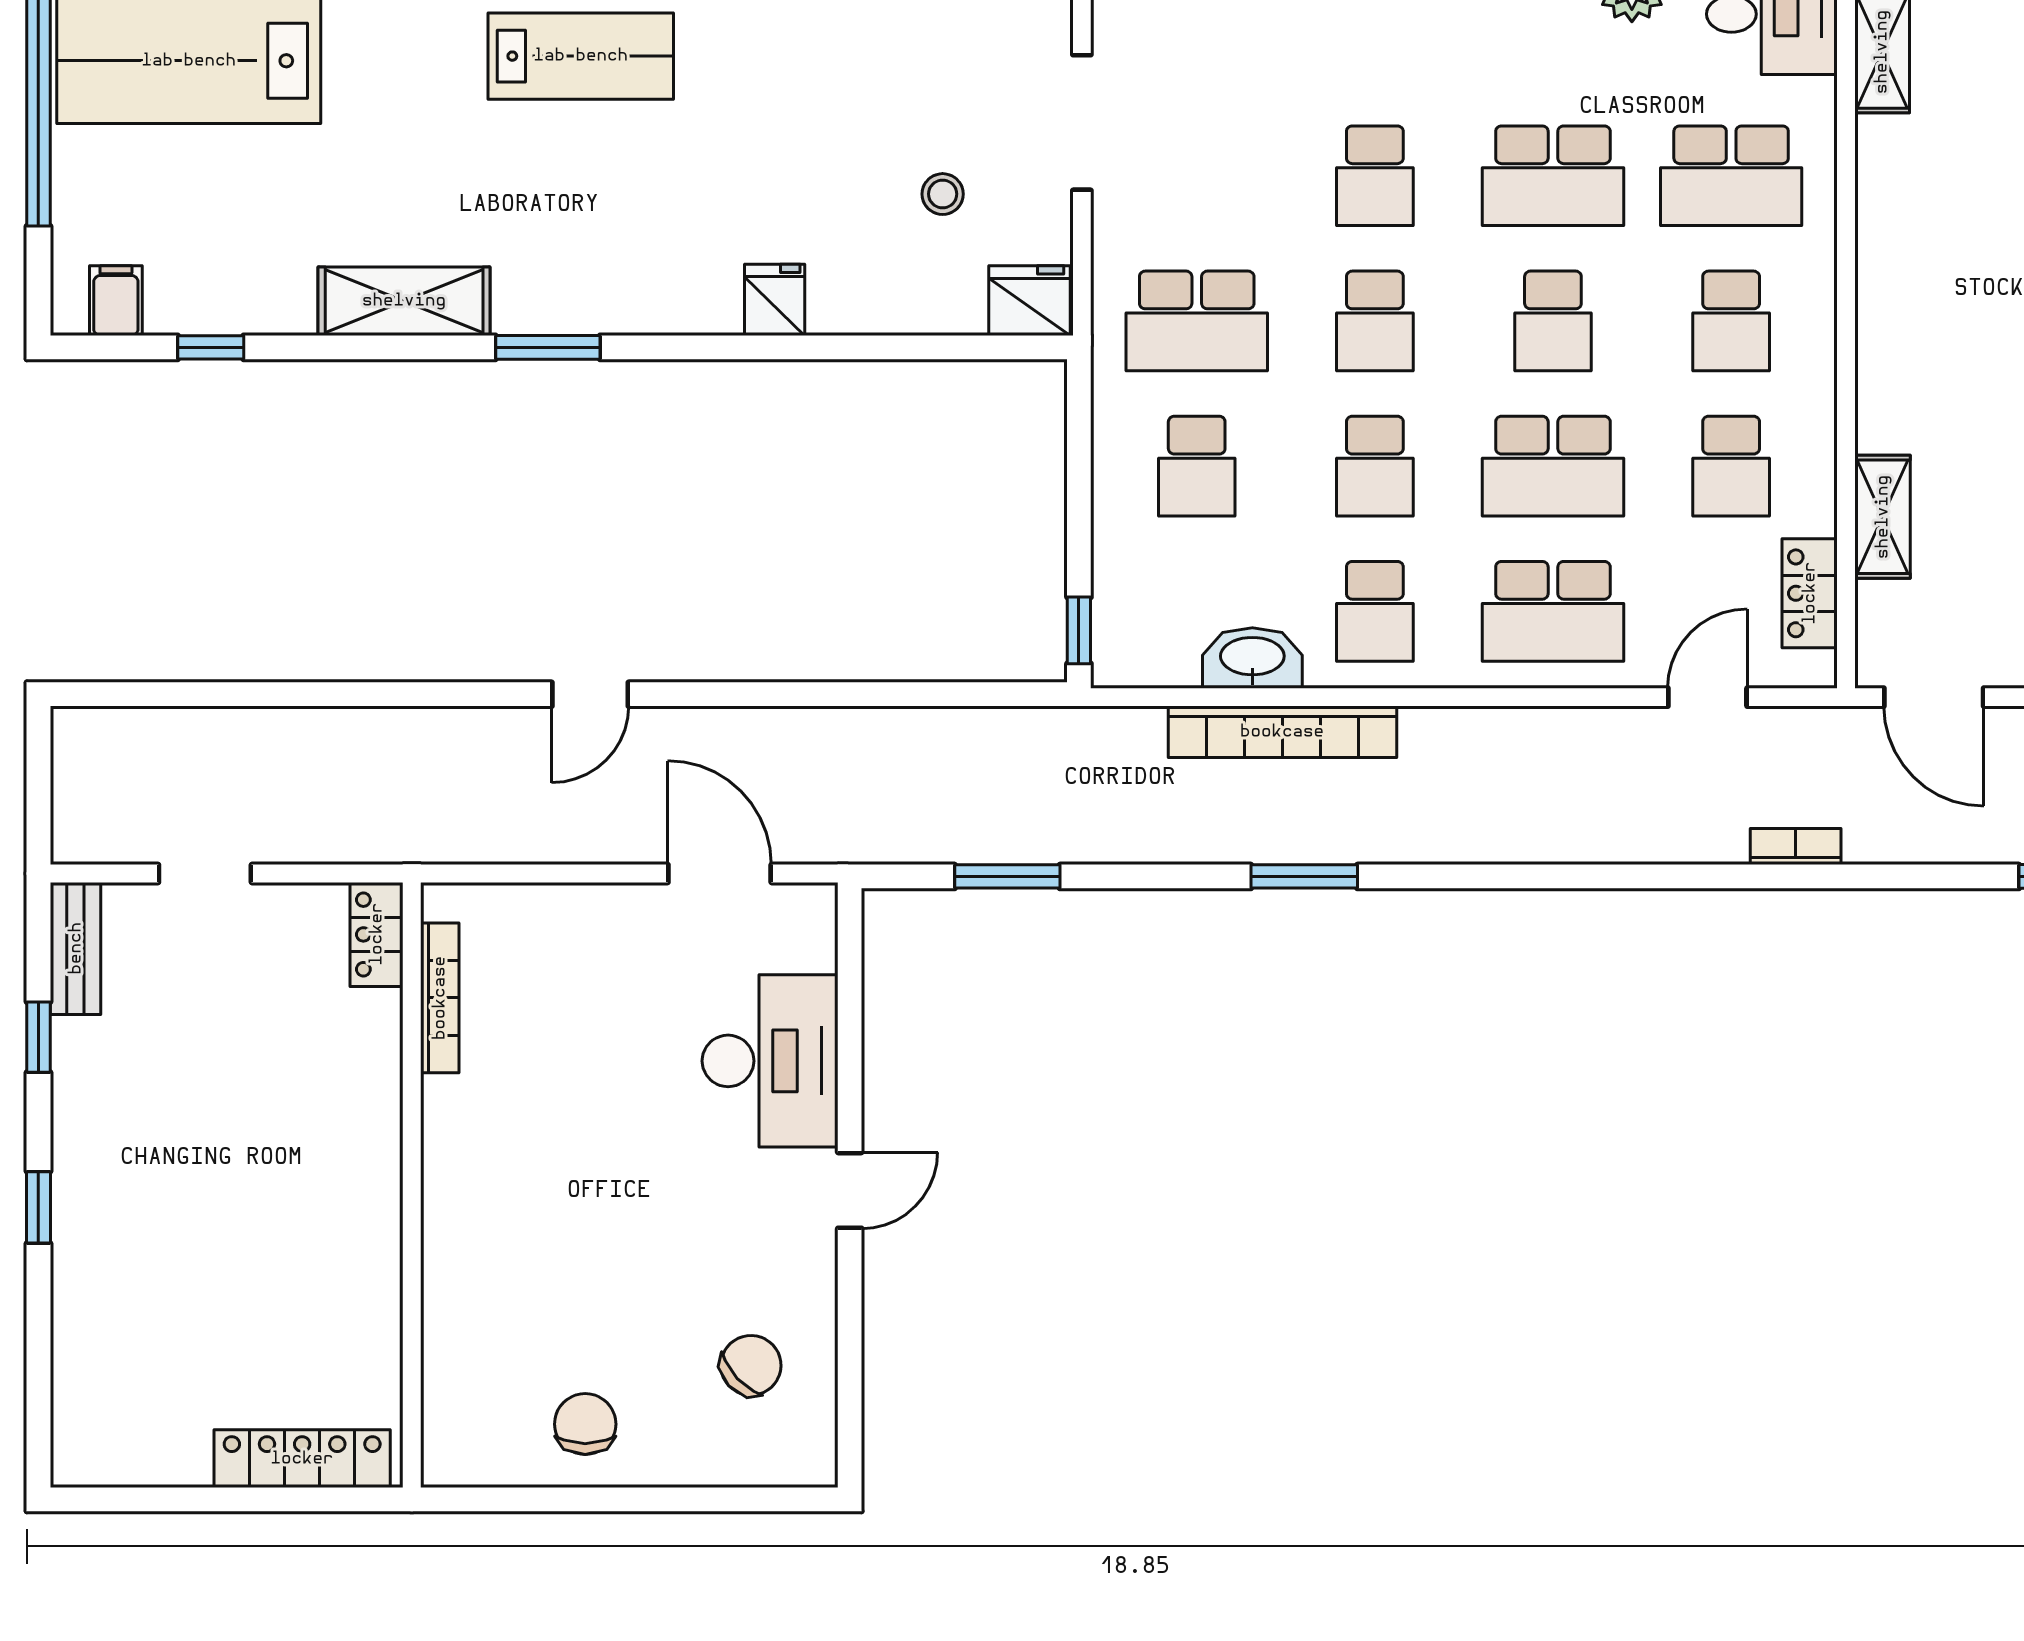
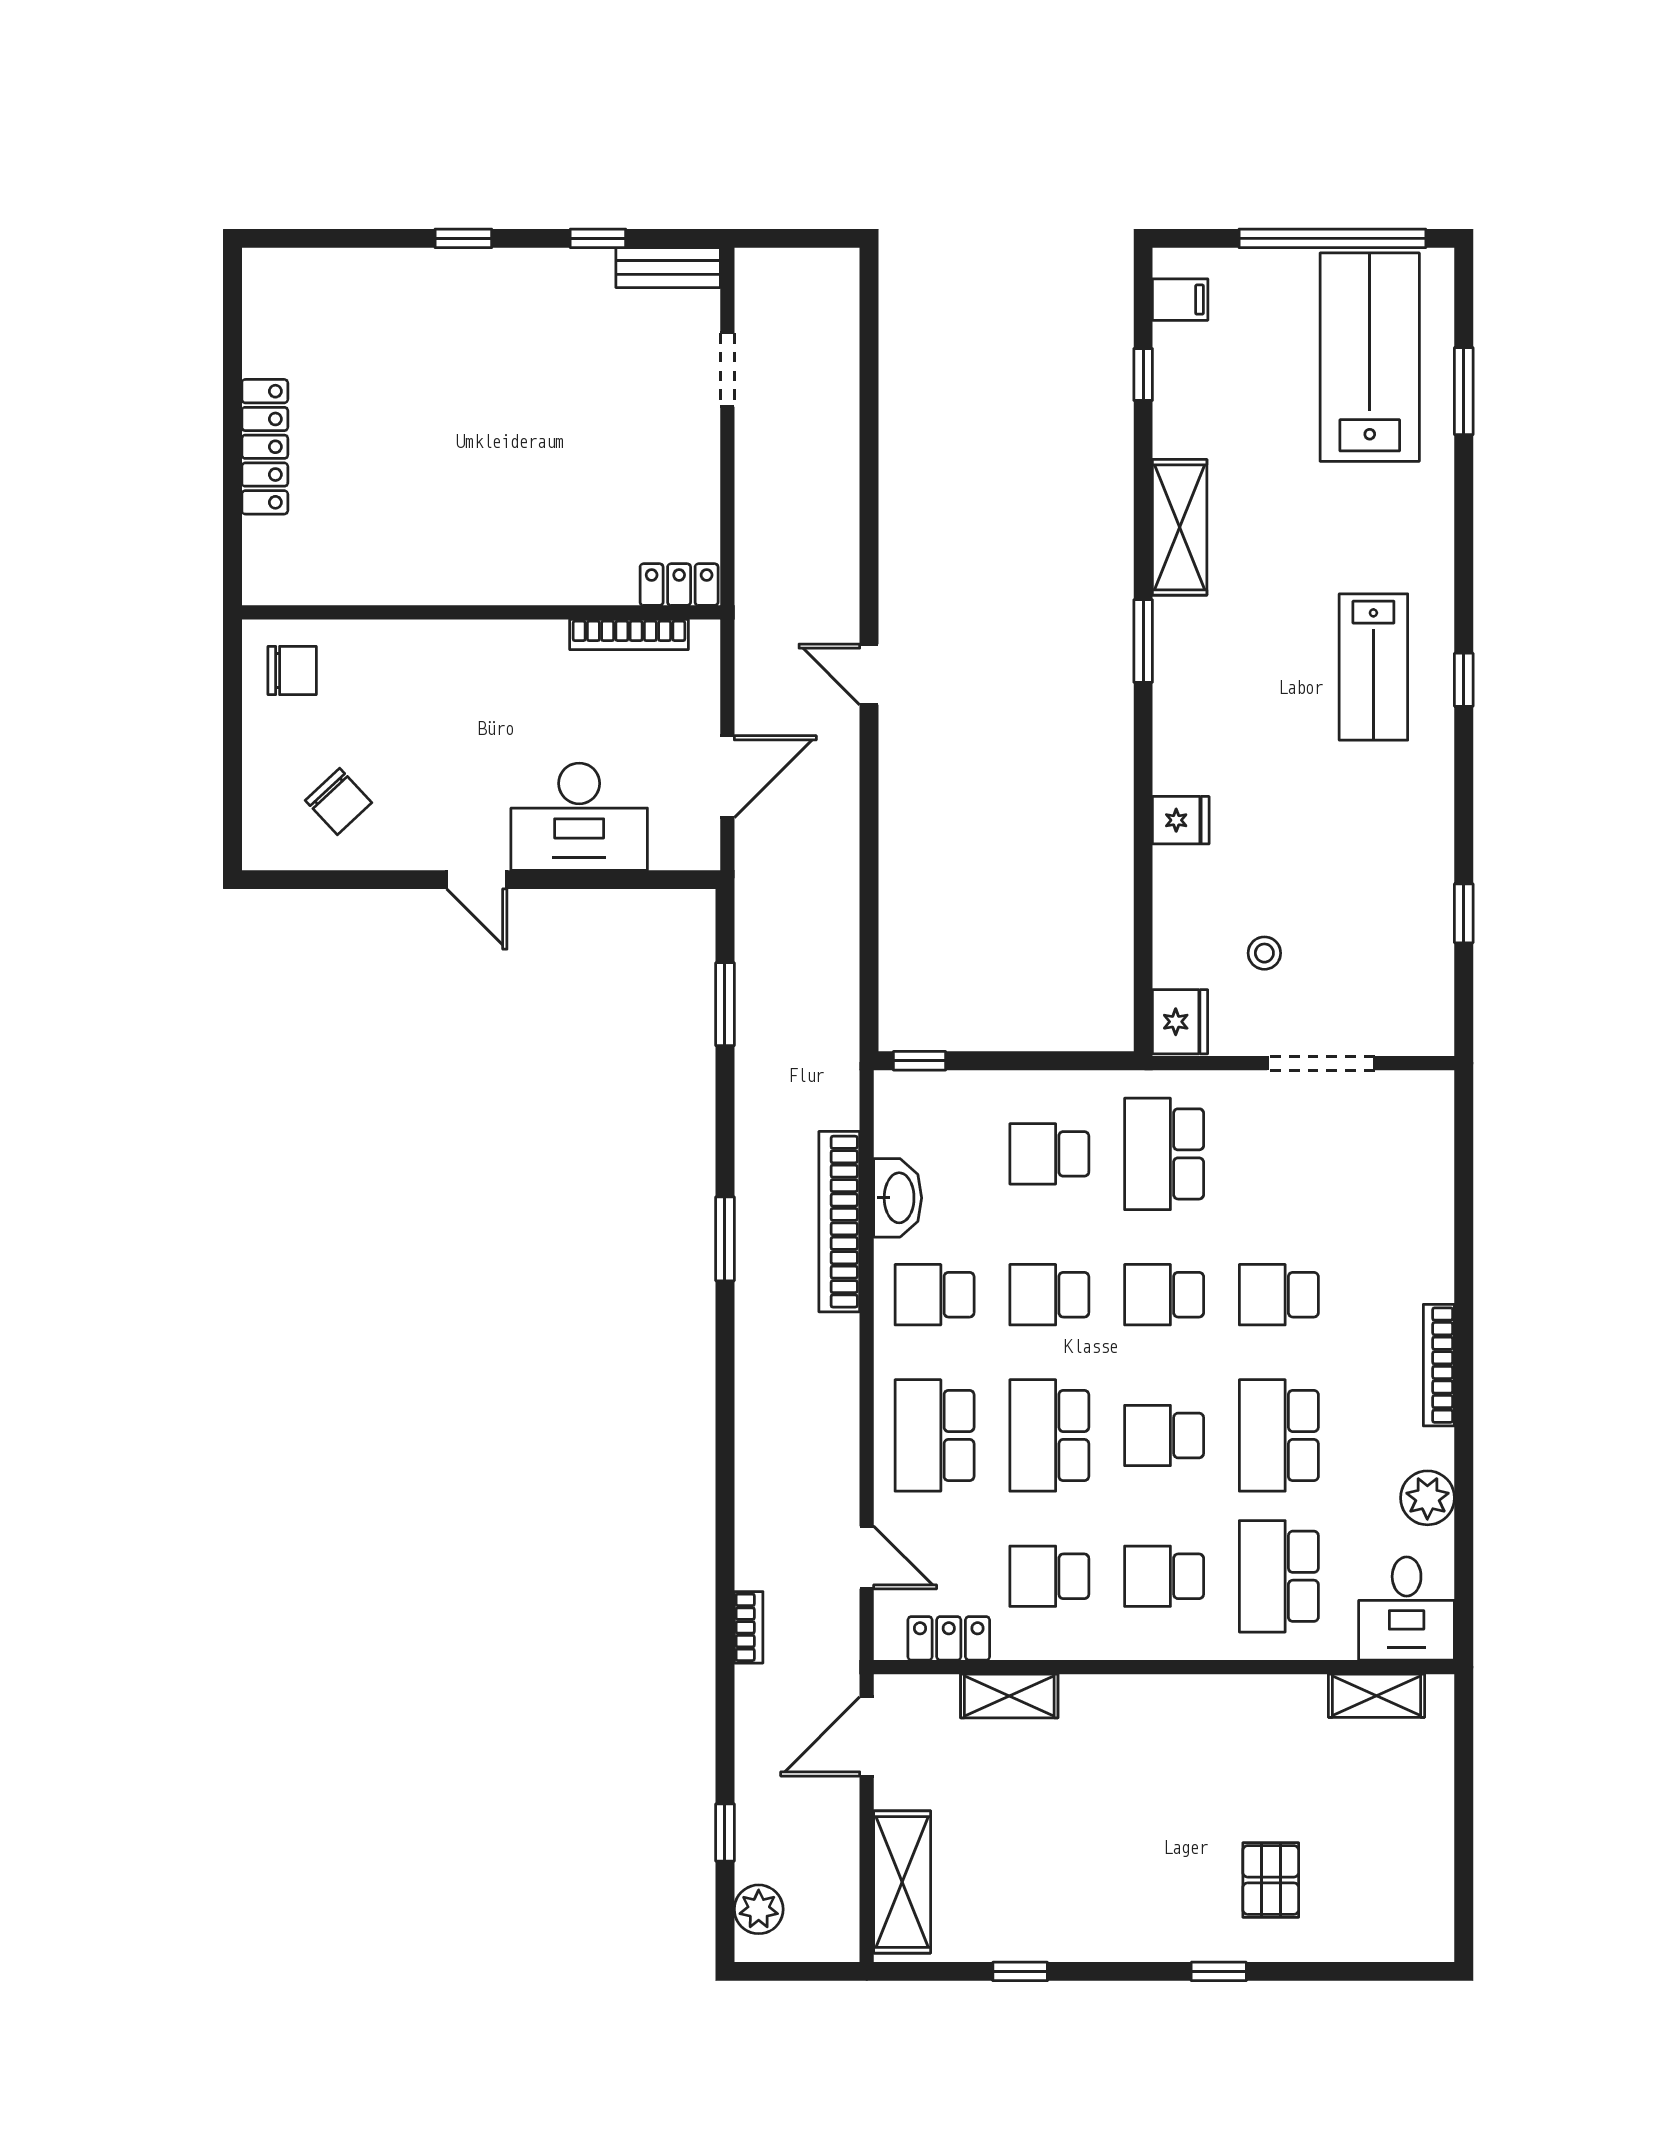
locker: (377, 934) -> (679, 585), moved
bookcase: (440, 998) -> (629, 635), moved
wall: (412, 1185) -> (481, 612), moved

